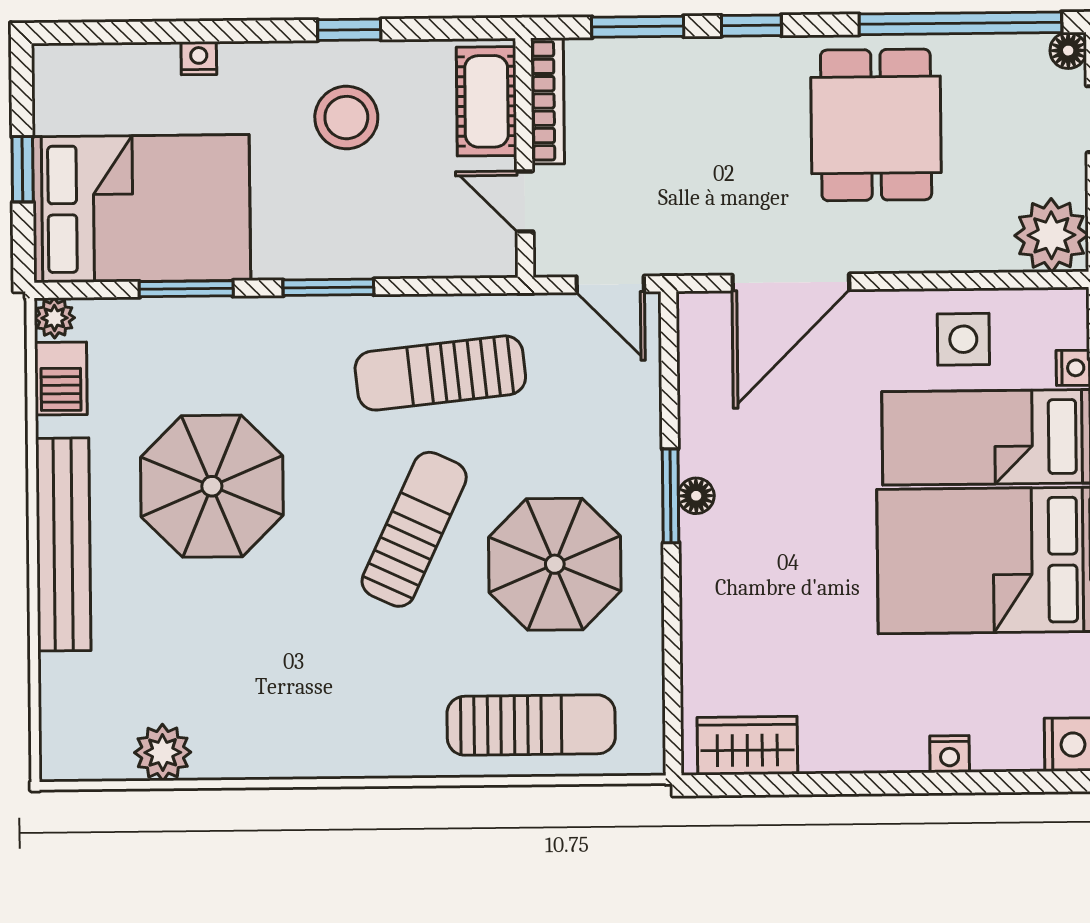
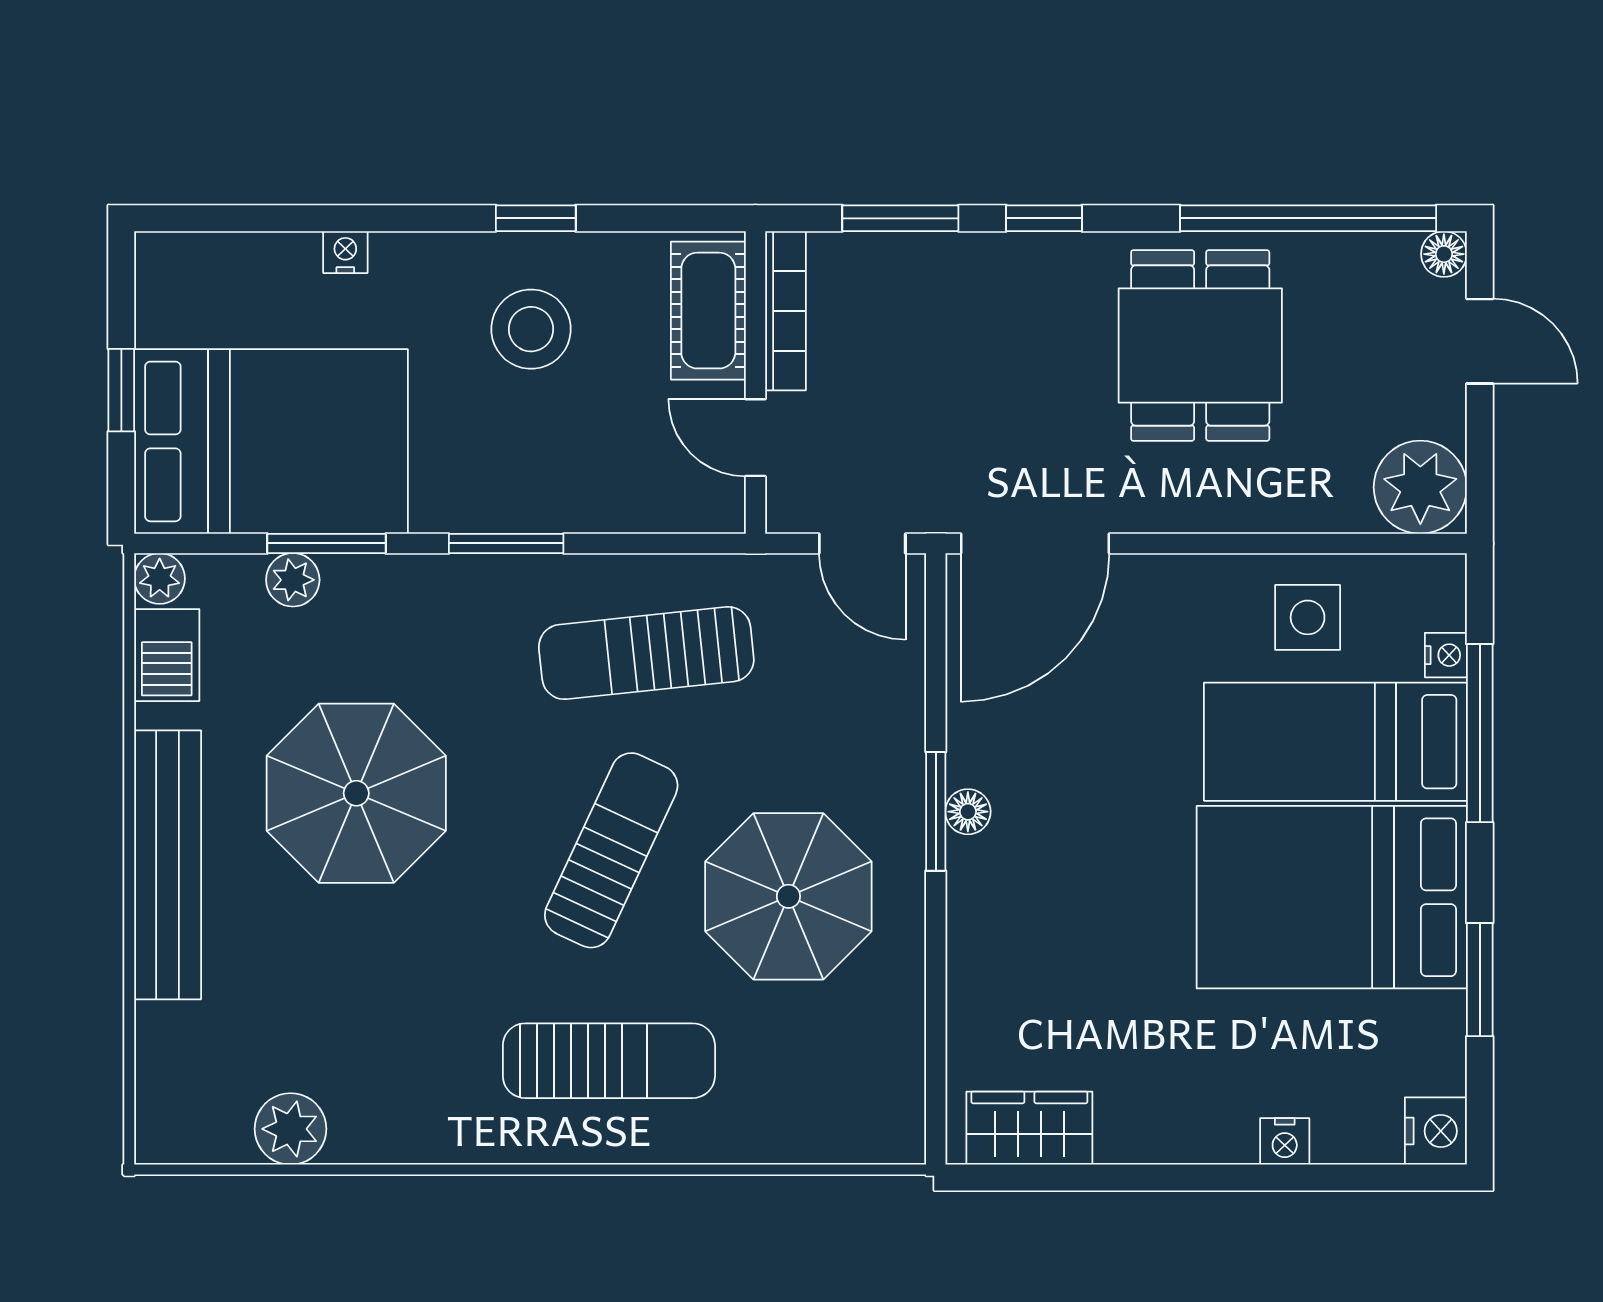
door: (791, 282) -> (1035, 543), moved
plant: (160, 318) -> (293, 580), added
sun lounger: (531, 725) -> (609, 1061), moved

